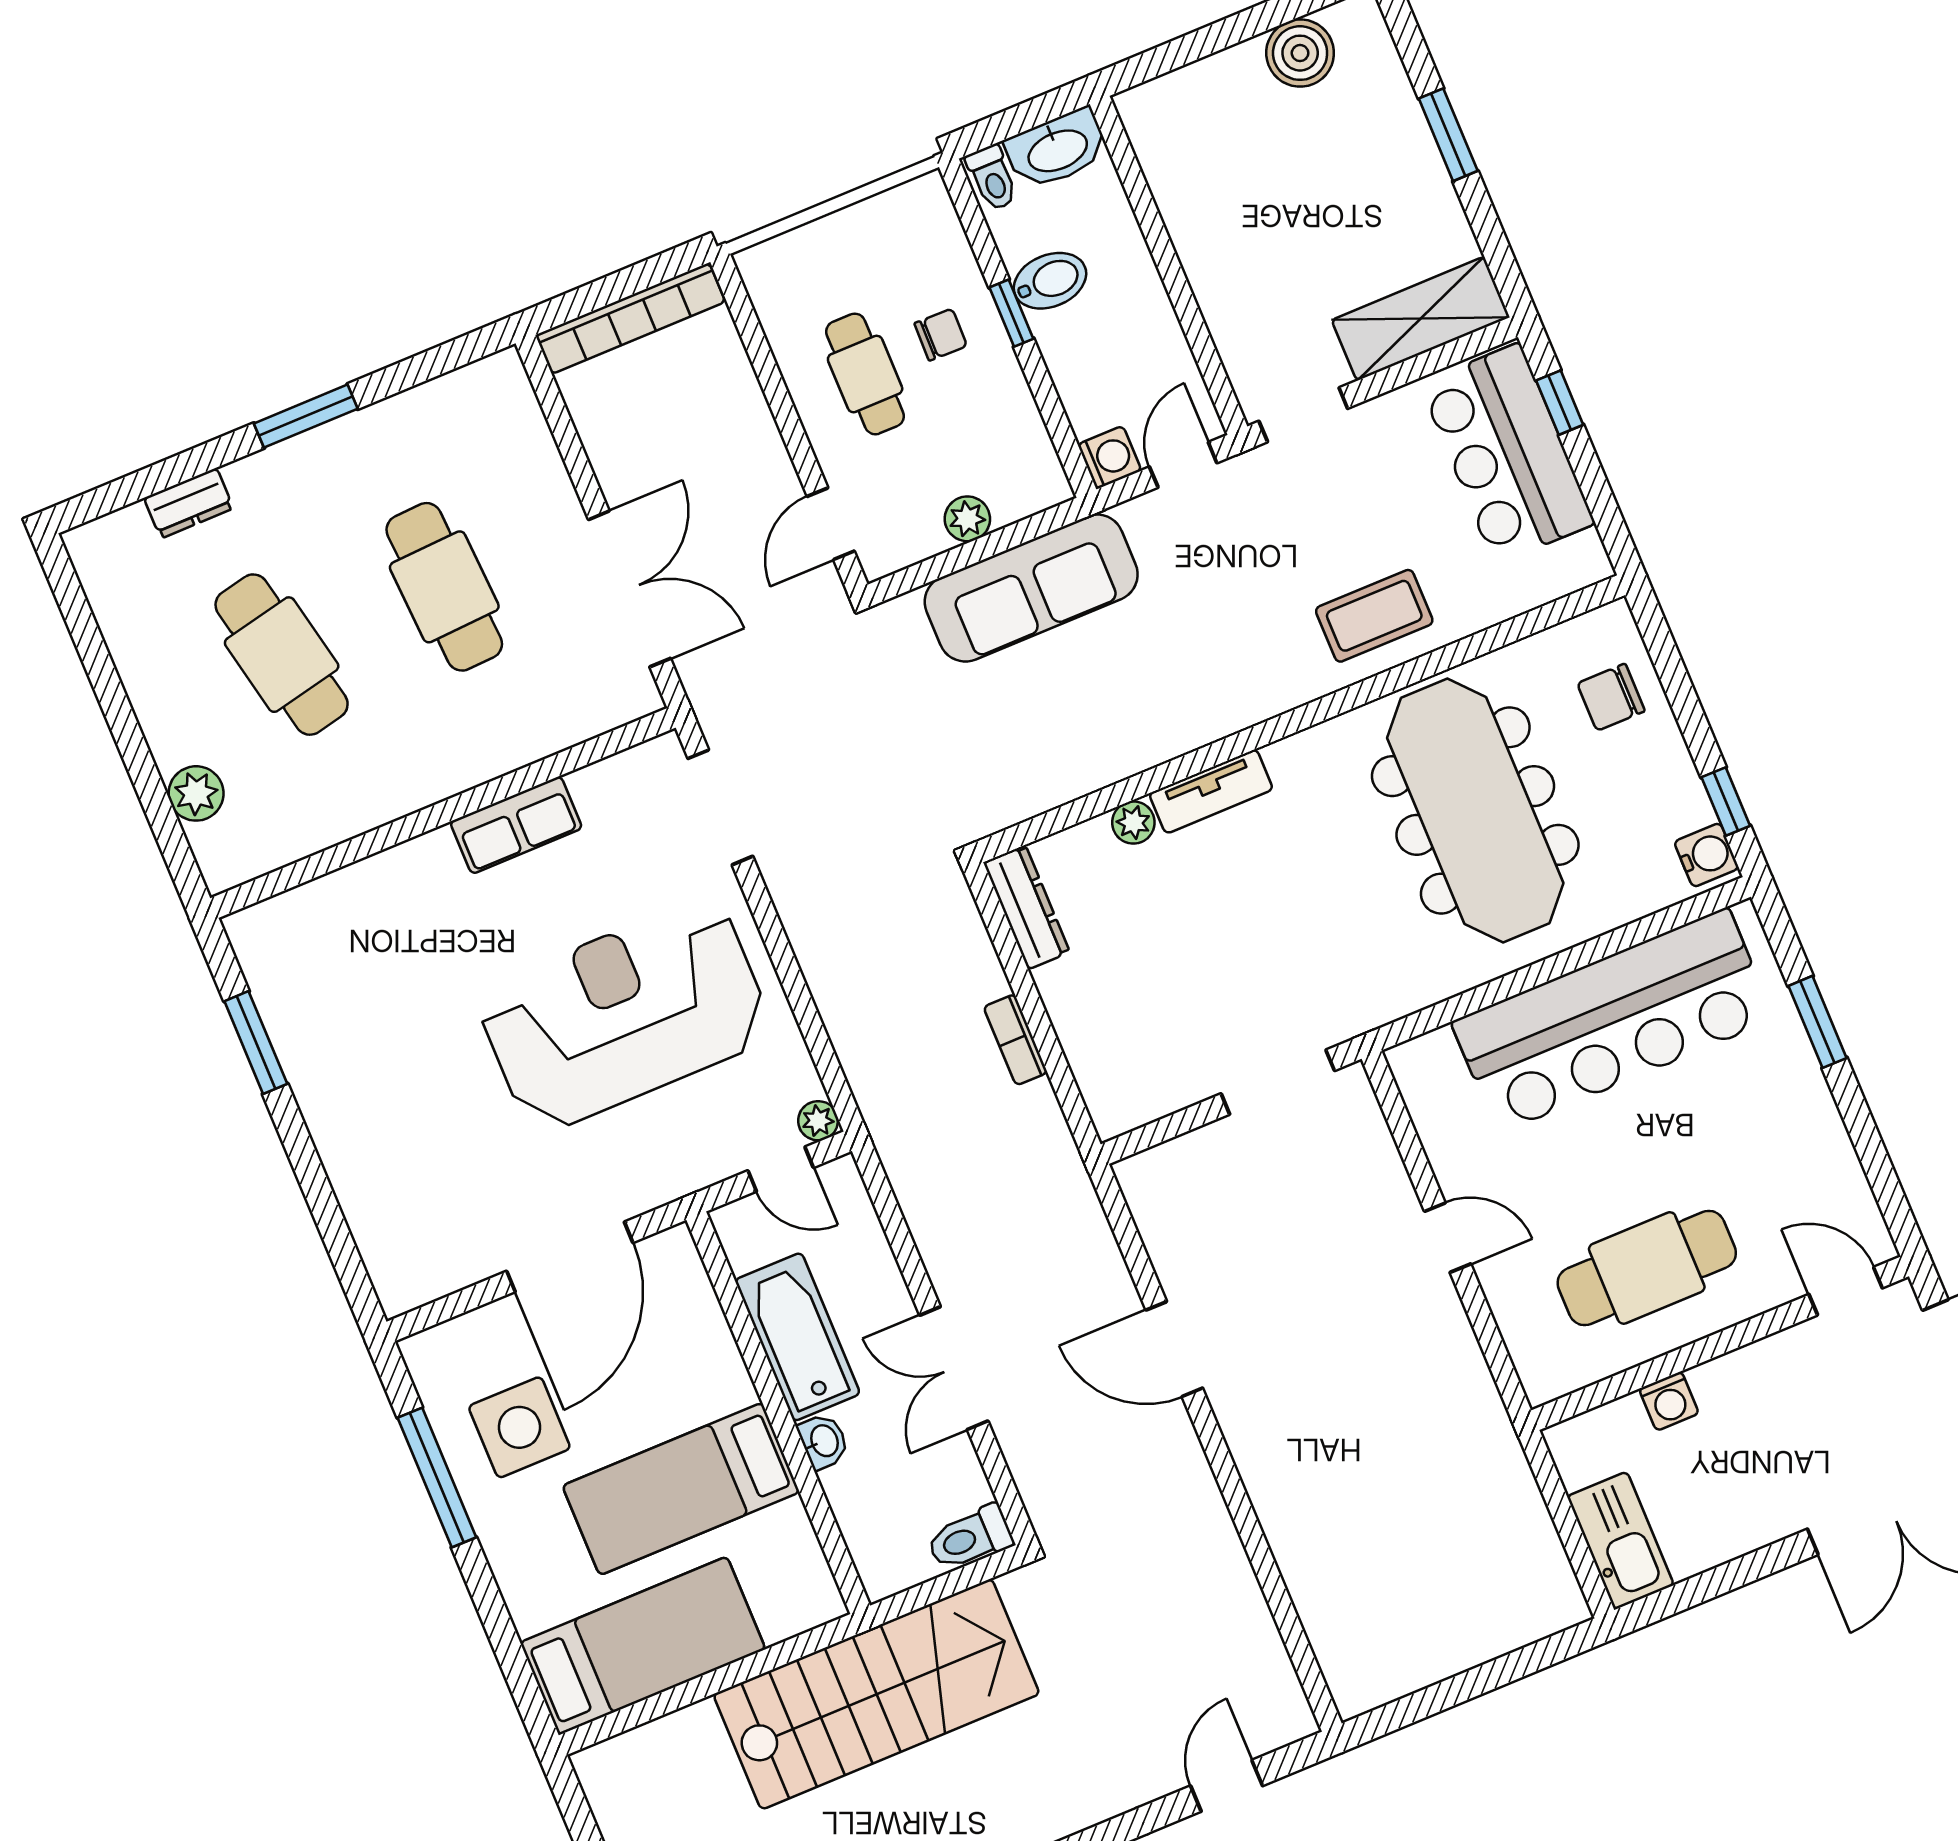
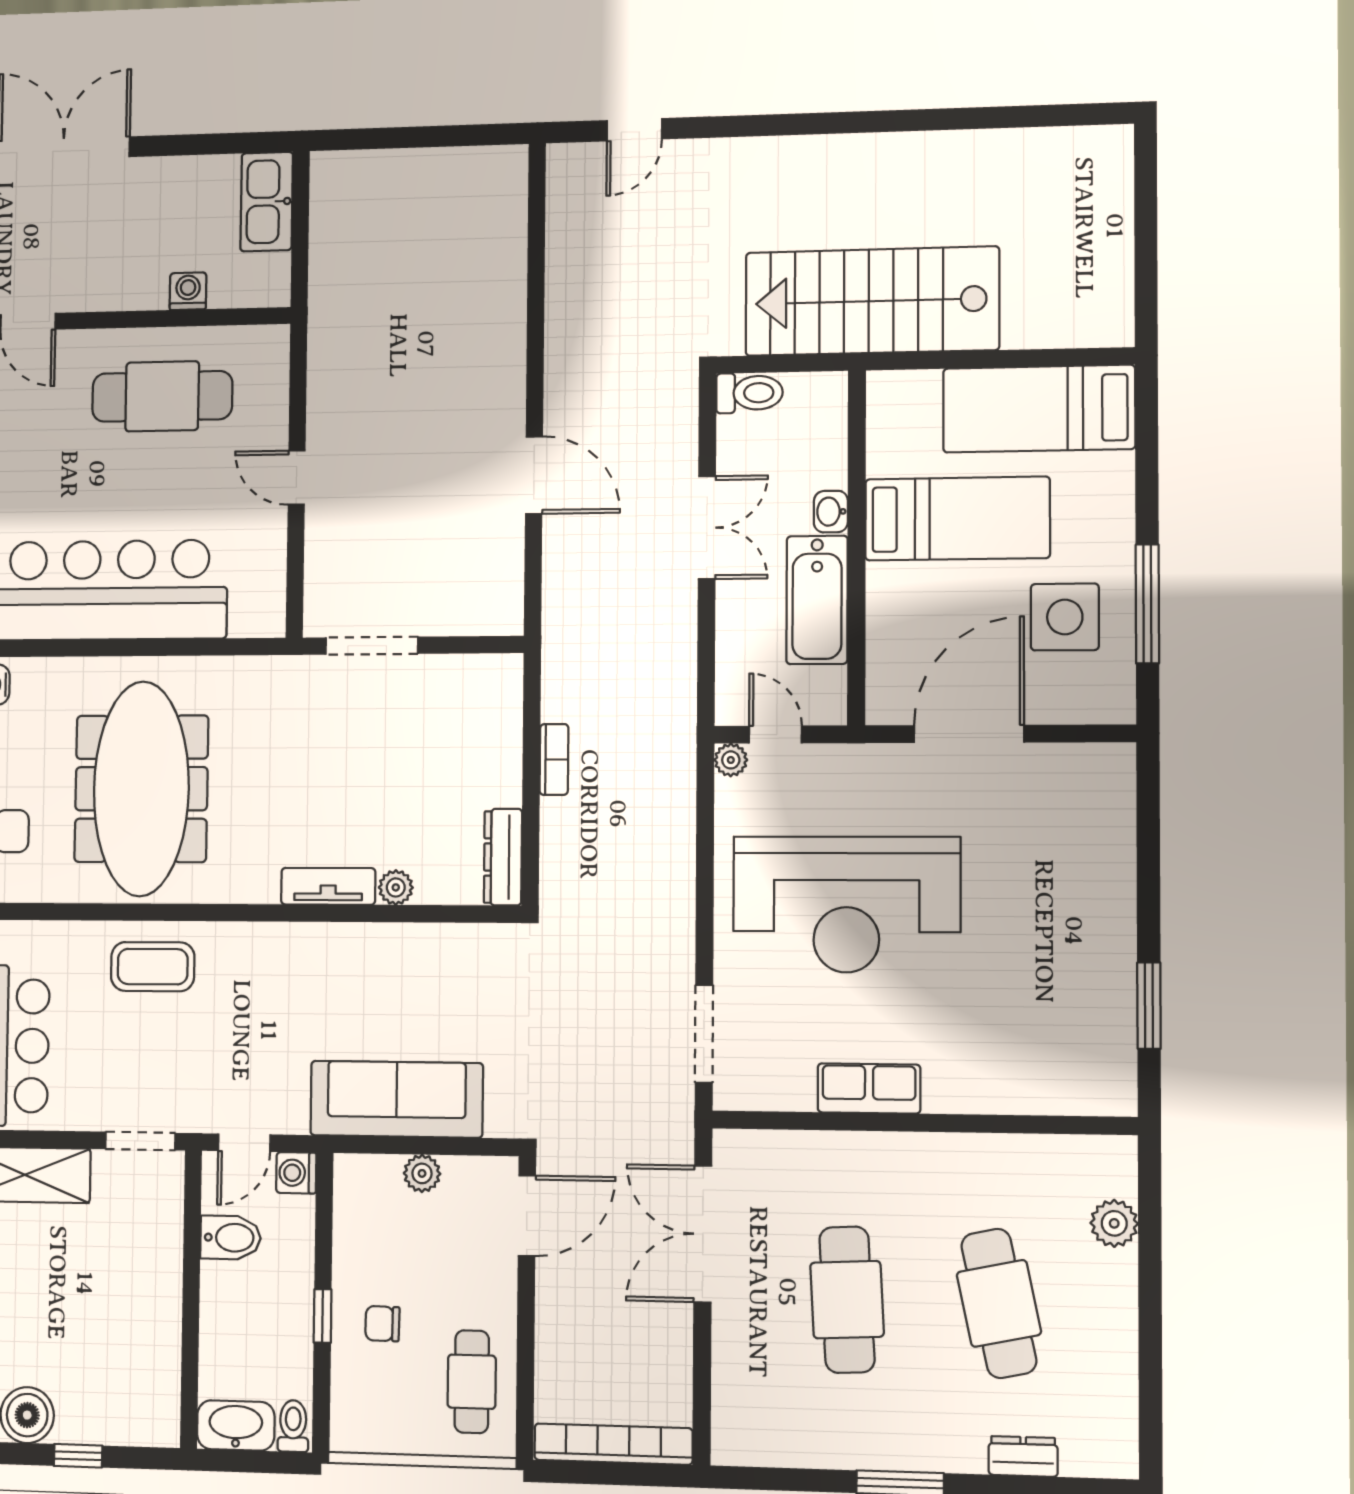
window: (1222, 35) -> (78, 1456), added
bidet: (1050, 281) -> (231, 1238), moved, turned 180
cafe table: (865, 374) -> (472, 1382), moved
door: (831, 524) -> (527, 1216), width x1.38

